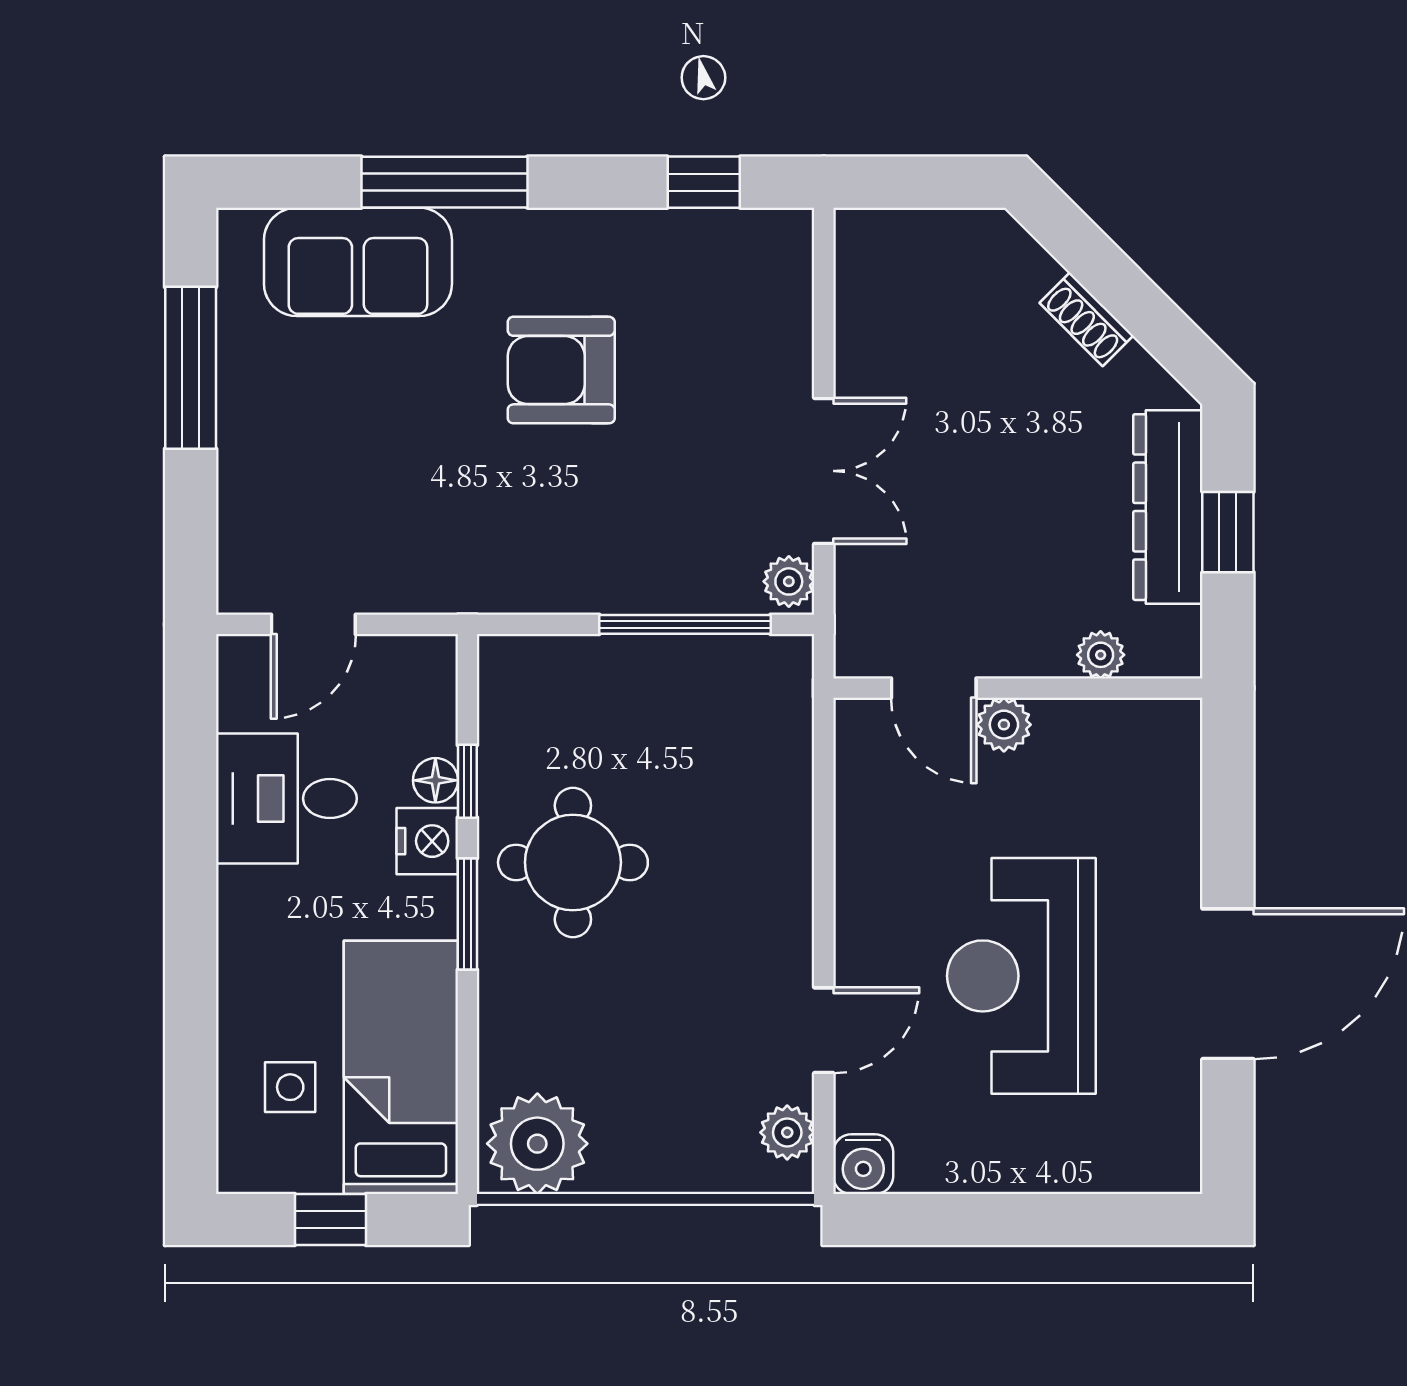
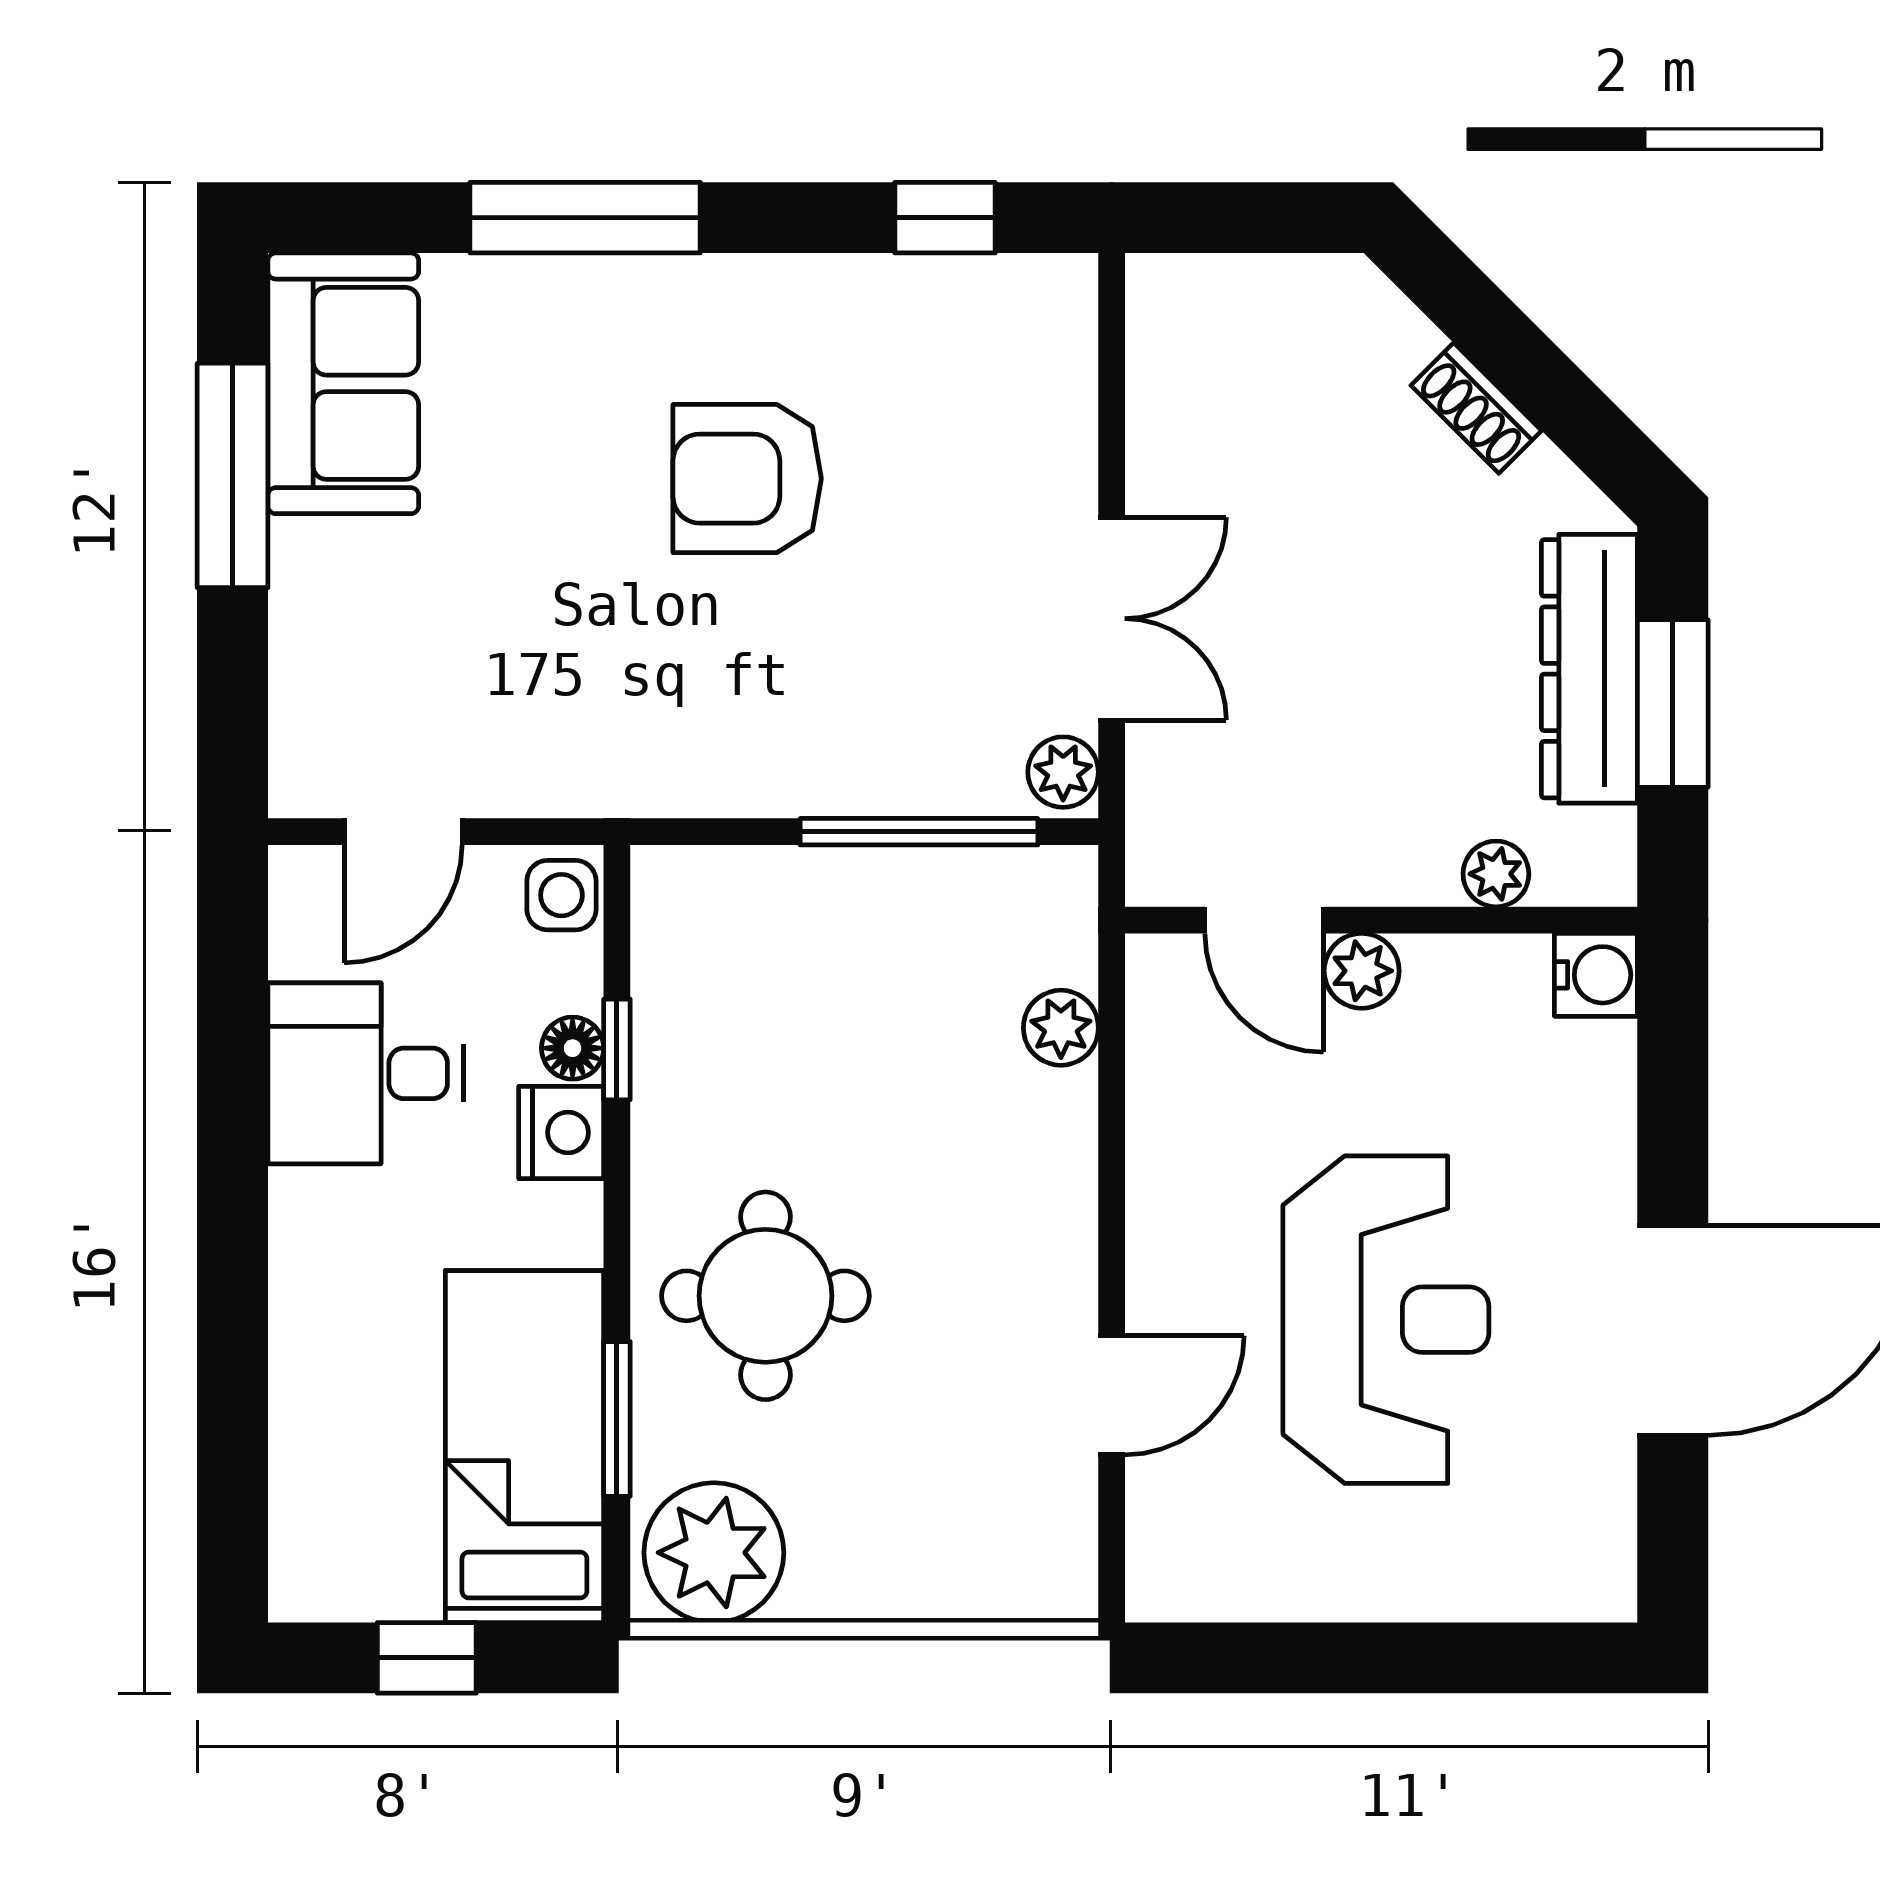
sofa: (358, 262) -> (343, 383), moved, turned -90
window: (1228, 532) -> (1673, 704), width x1.50
round table: (573, 862) -> (765, 1296), moved
window: (467, 914) -> (617, 1419), moved
reception desk: (1021, 976) -> (1386, 1320), turned 180
side table: (290, 1087) -> (561, 895), moved
plant: (787, 1132) -> (1061, 1028), moved
water cooler: (863, 1164) -> (1596, 975), moved, turned -90

